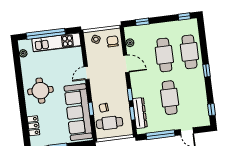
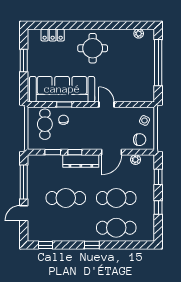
window: (184, 17) -> (158, 207), moved
kitchen unit: (56, 42) -> (147, 74), removed
dresser: (140, 113) -> (81, 161), moved

